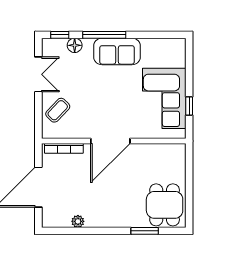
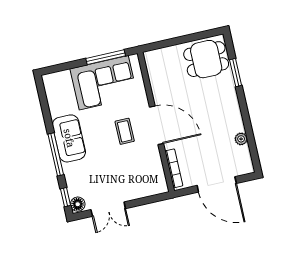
floor lamp: (75, 45) -> (78, 204), moved
double door: (38, 74) -> (108, 209), swing flipped
window: (189, 106) -> (106, 57), width x2.17
coffee table: (58, 110) -> (125, 131), moved, turned 46

